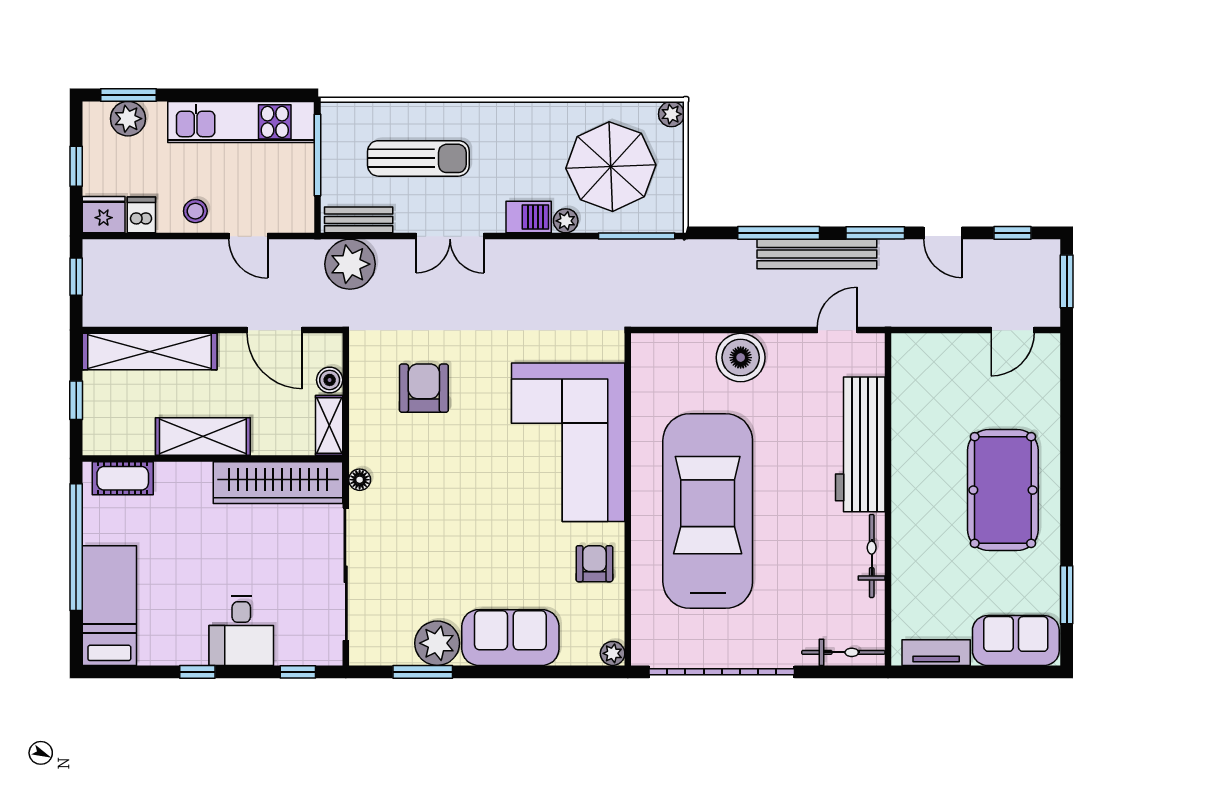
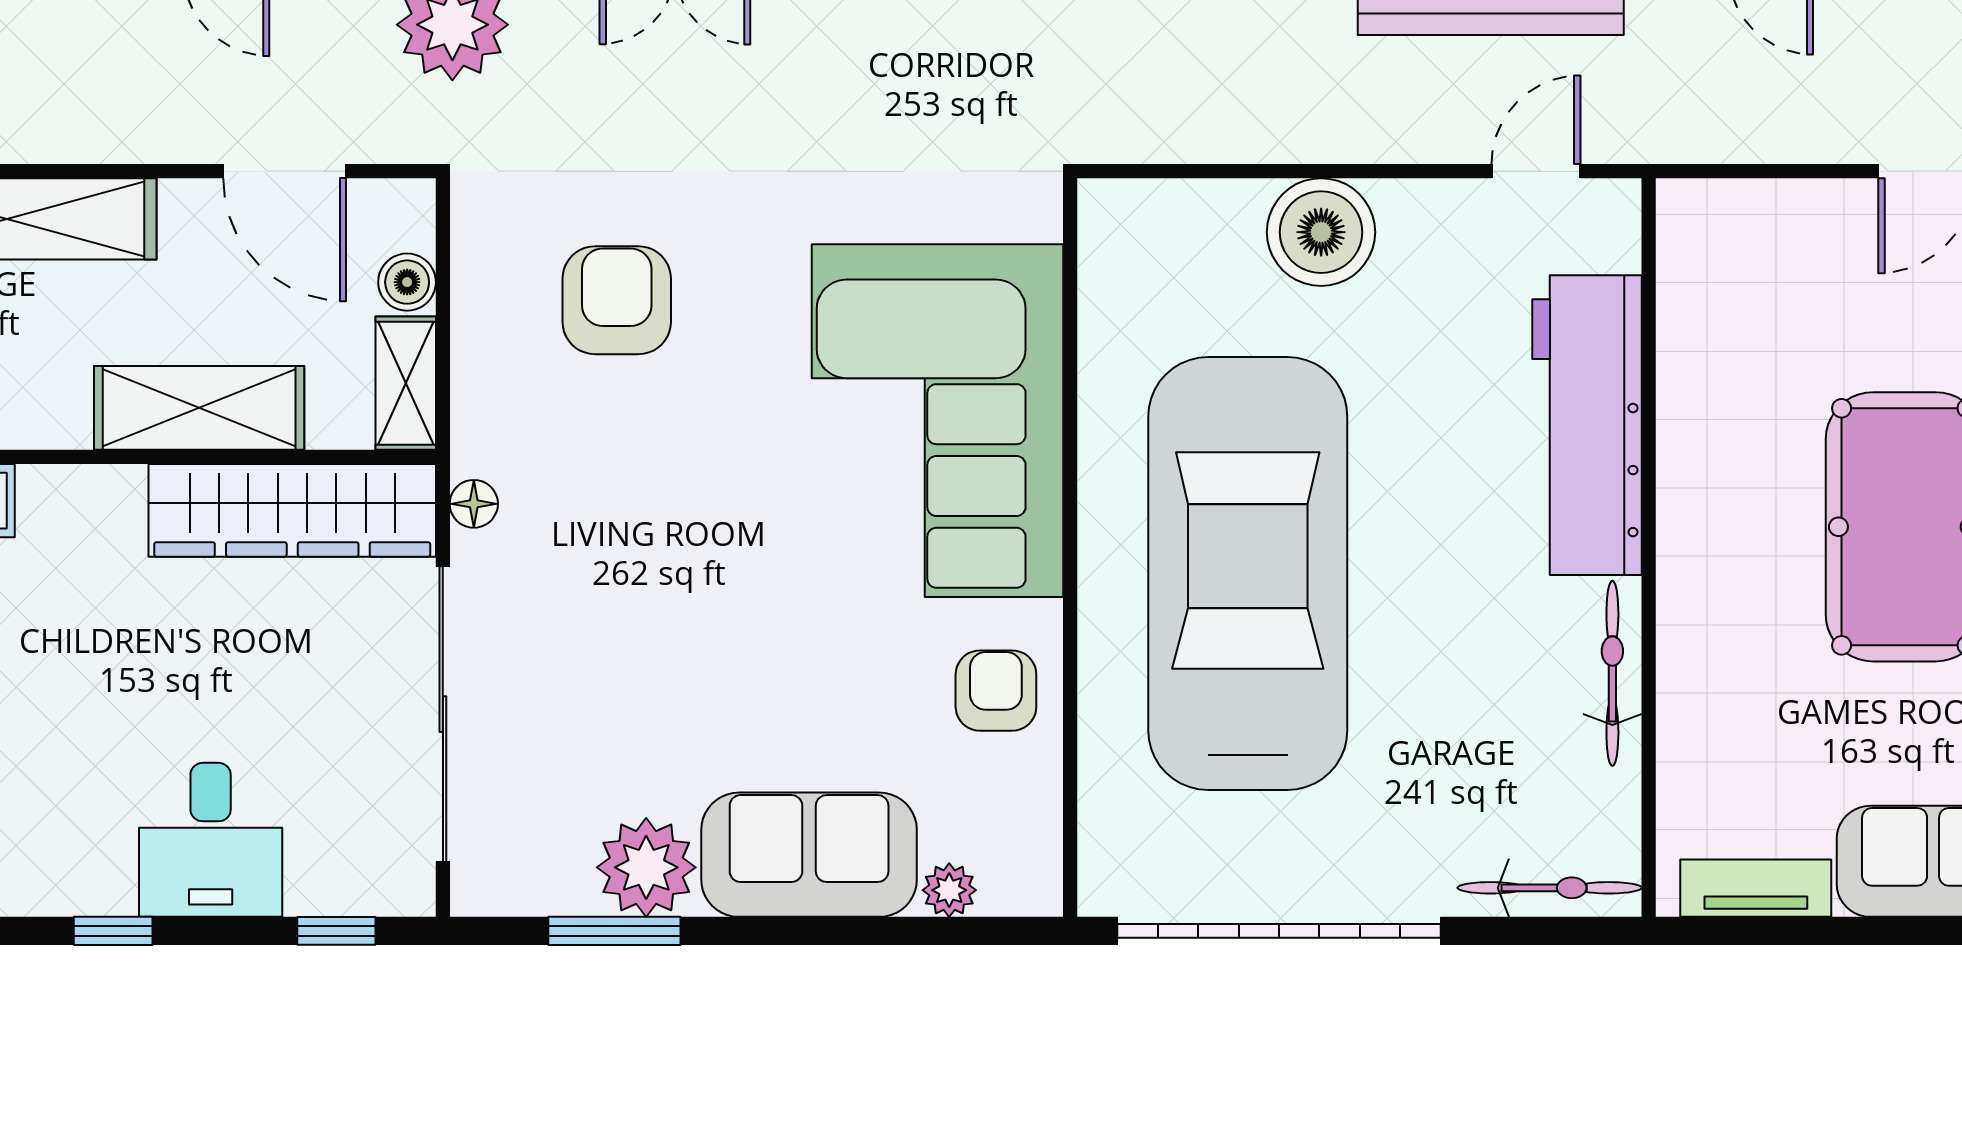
shelving: (203, 437) -> (199, 408), moved
plant: (613, 653) -> (949, 890), moved

